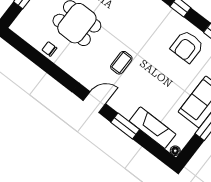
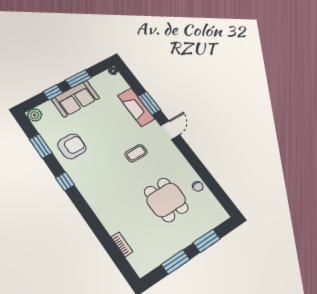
door: (94, 102) -> (170, 130), swing flipped
fireplace: (153, 128) -> (136, 107), moved

